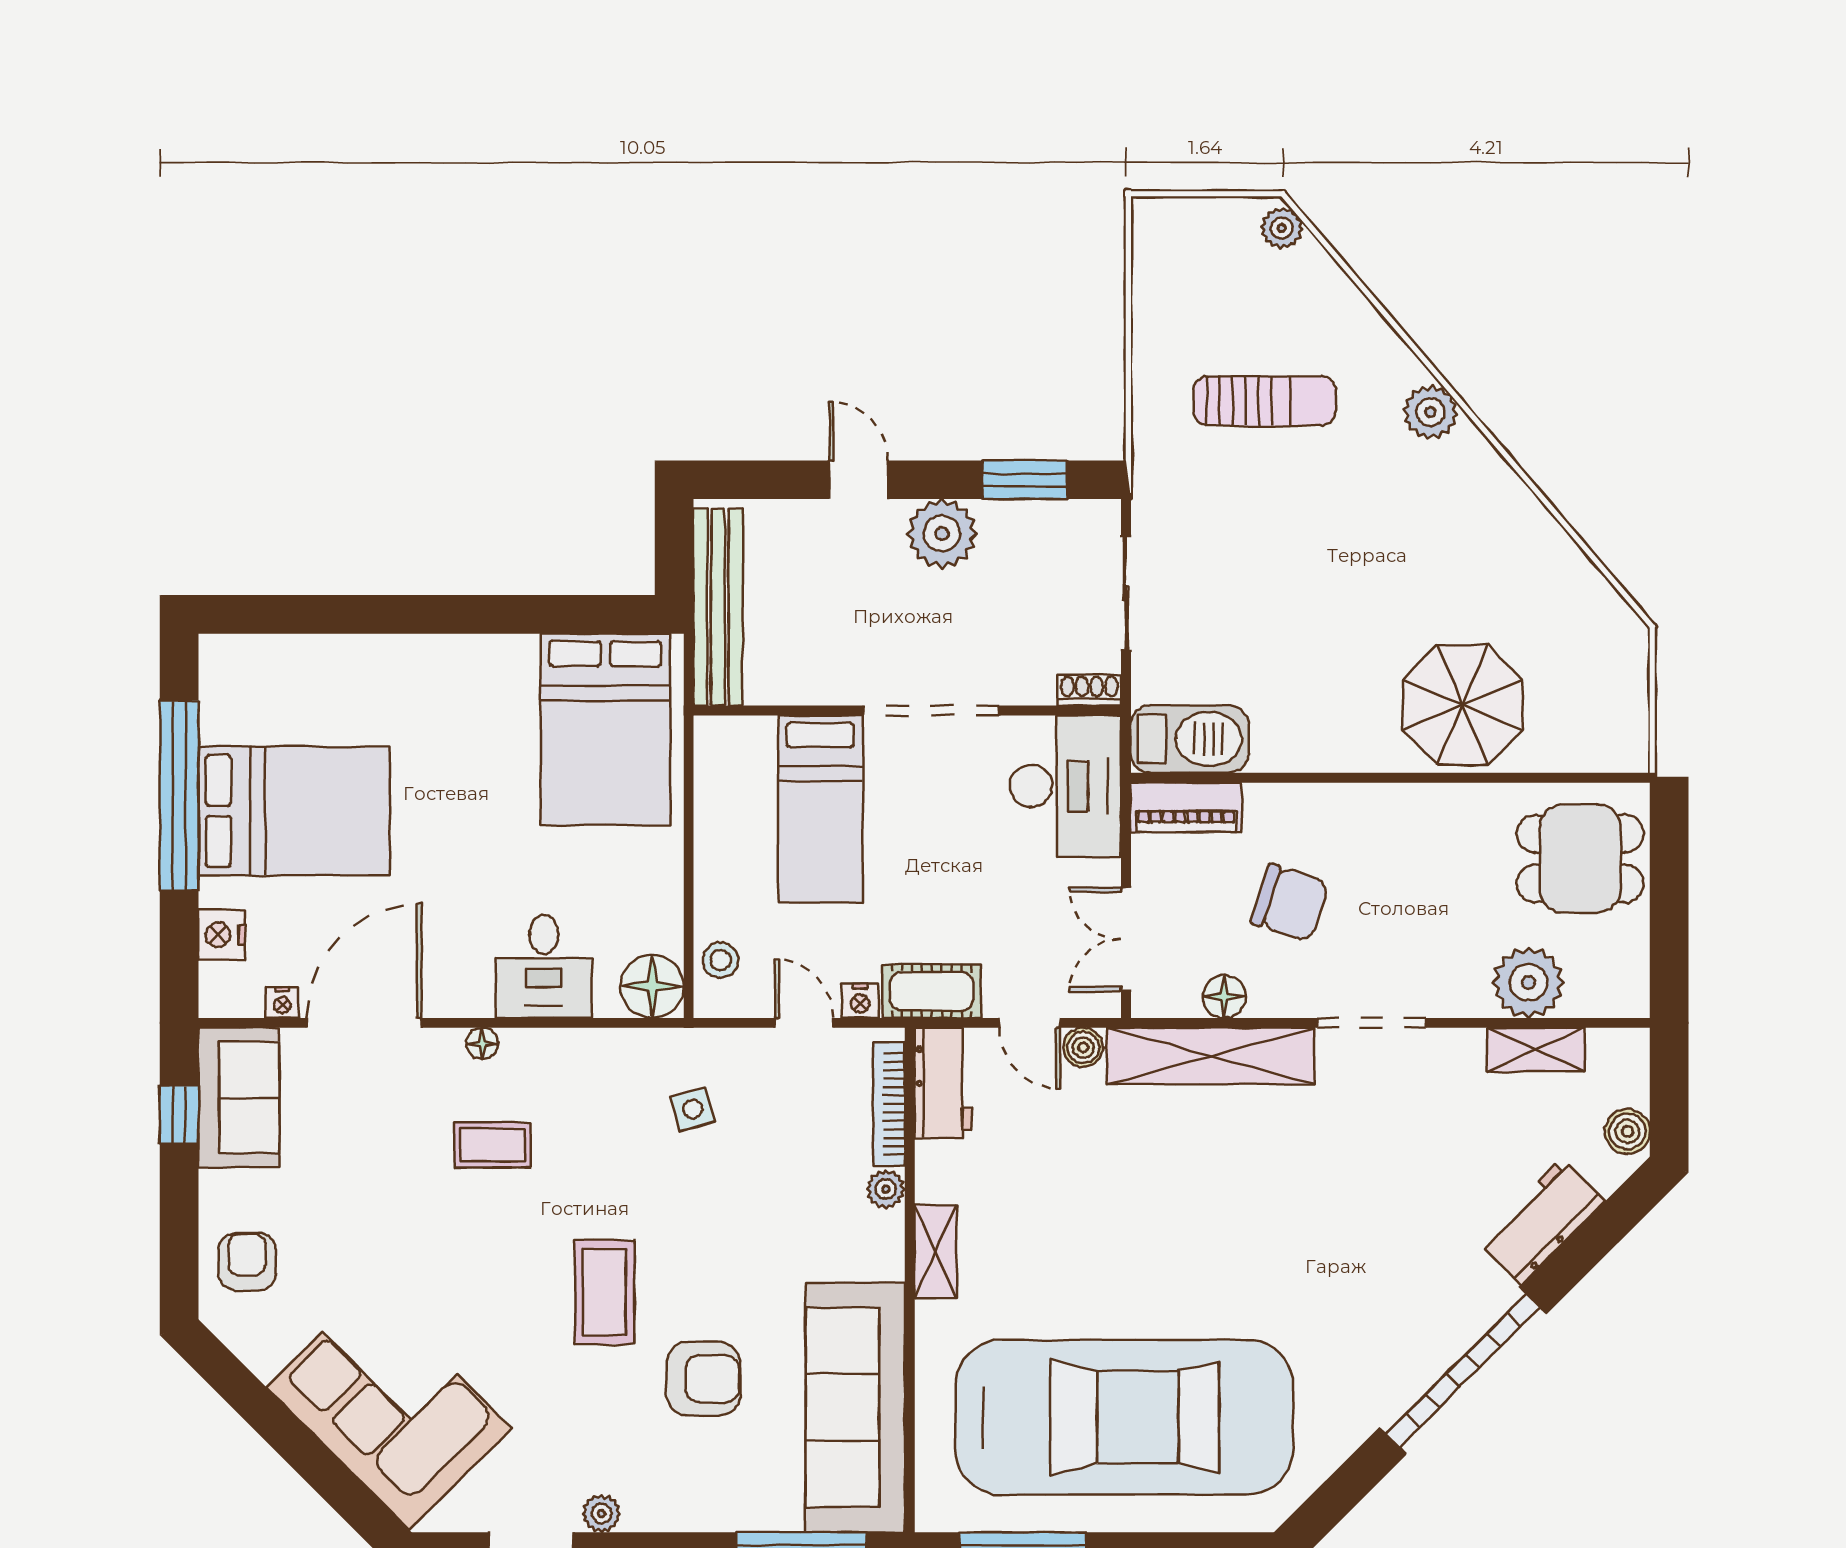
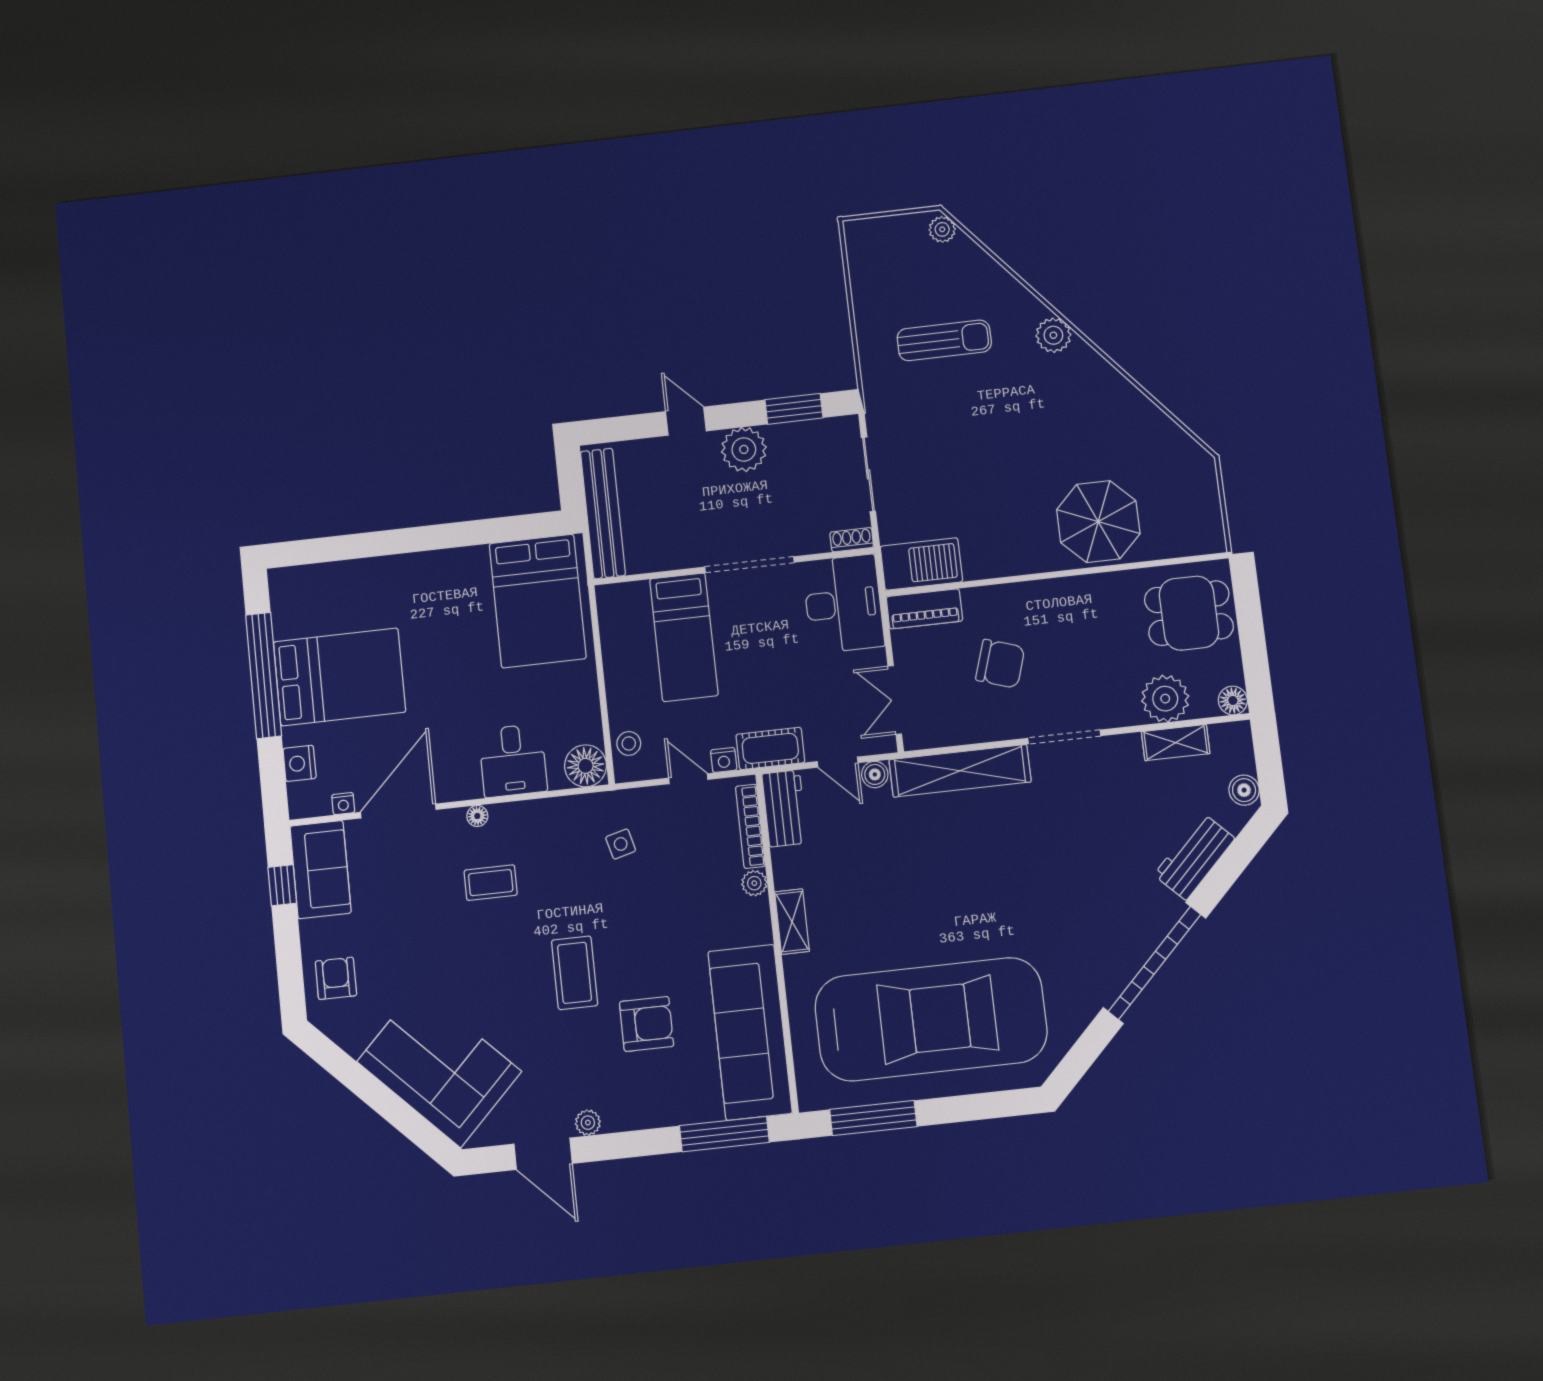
floor lamp: (1224, 997) -> (1233, 701), moved

